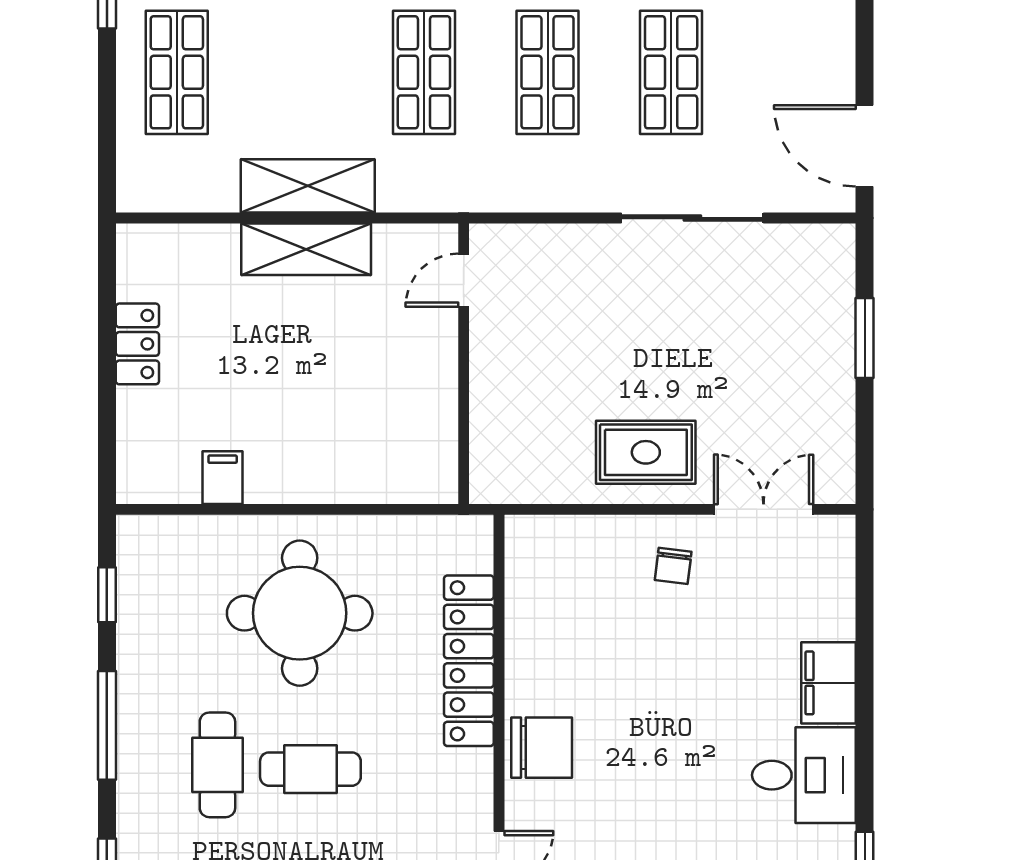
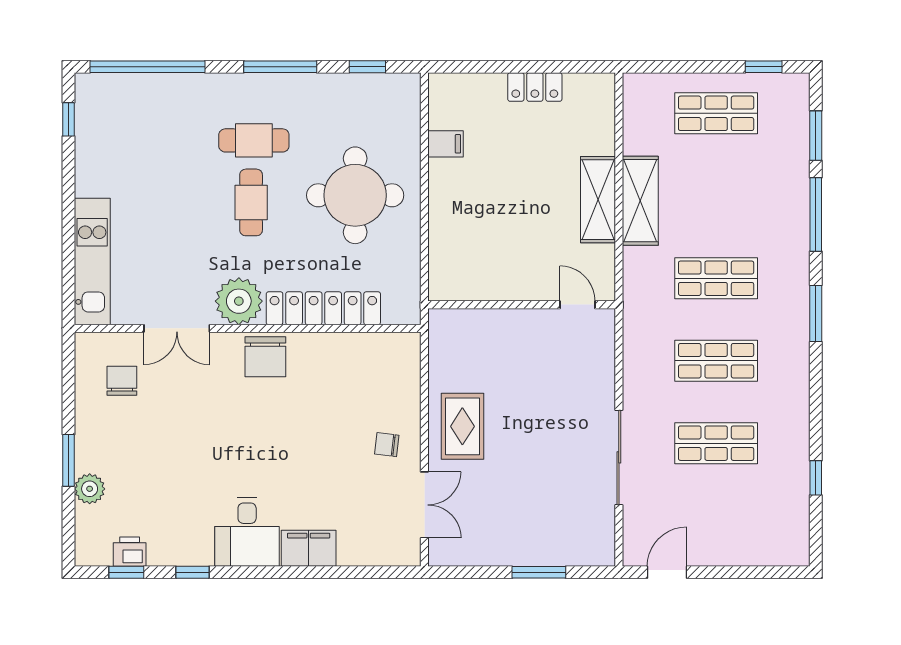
door: (865, 146) -> (667, 572), width x0.73
plant: (458, 787) -> (239, 301), added

